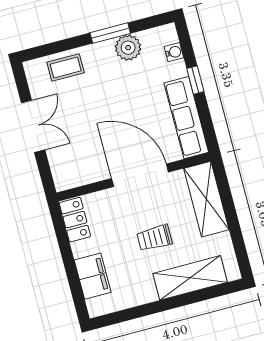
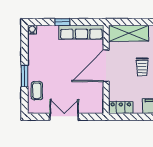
window: (110, 33) -> (25, 76), moved
plant: (128, 48) -> (35, 54), removed
water cooler: (174, 52) -> (32, 30), moved

